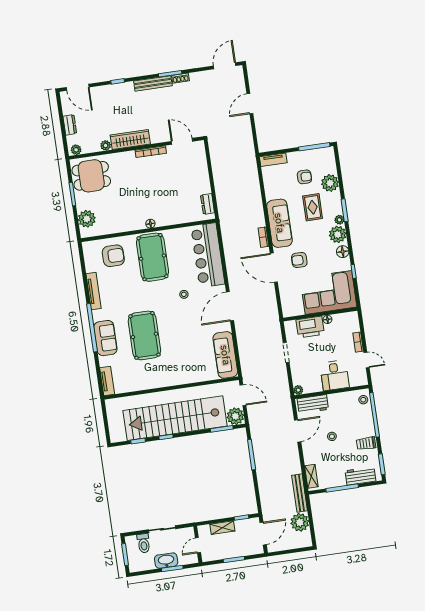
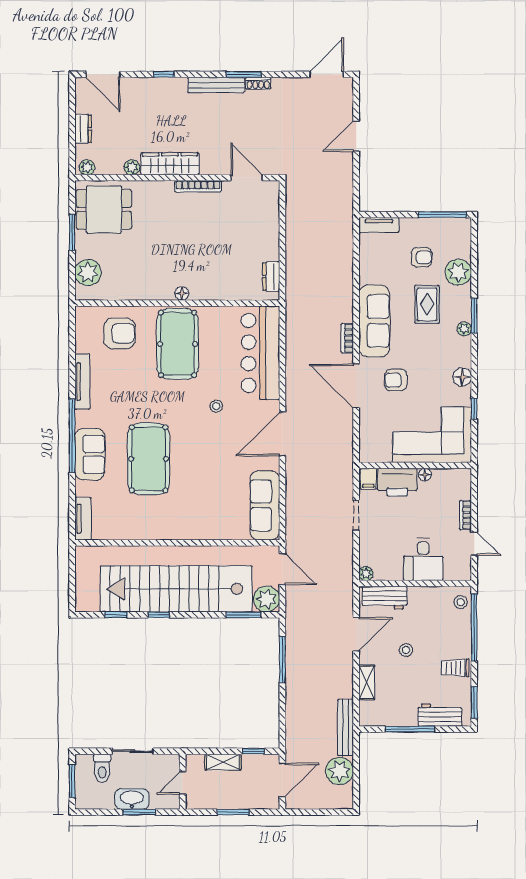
plant: (338, 234) -> (458, 350), removed
filing cabinet: (291, 327) -> (368, 479), added
shelving: (311, 476) -> (367, 682), moved

